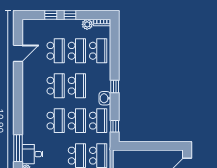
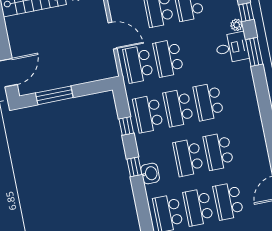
washbasin: (105, 98) -> (150, 173), moved
window: (115, 126) -> (126, 126), moved
window: (159, 146) -> (54, 95), added
window: (18, 148) -> (254, 52), width x0.69

